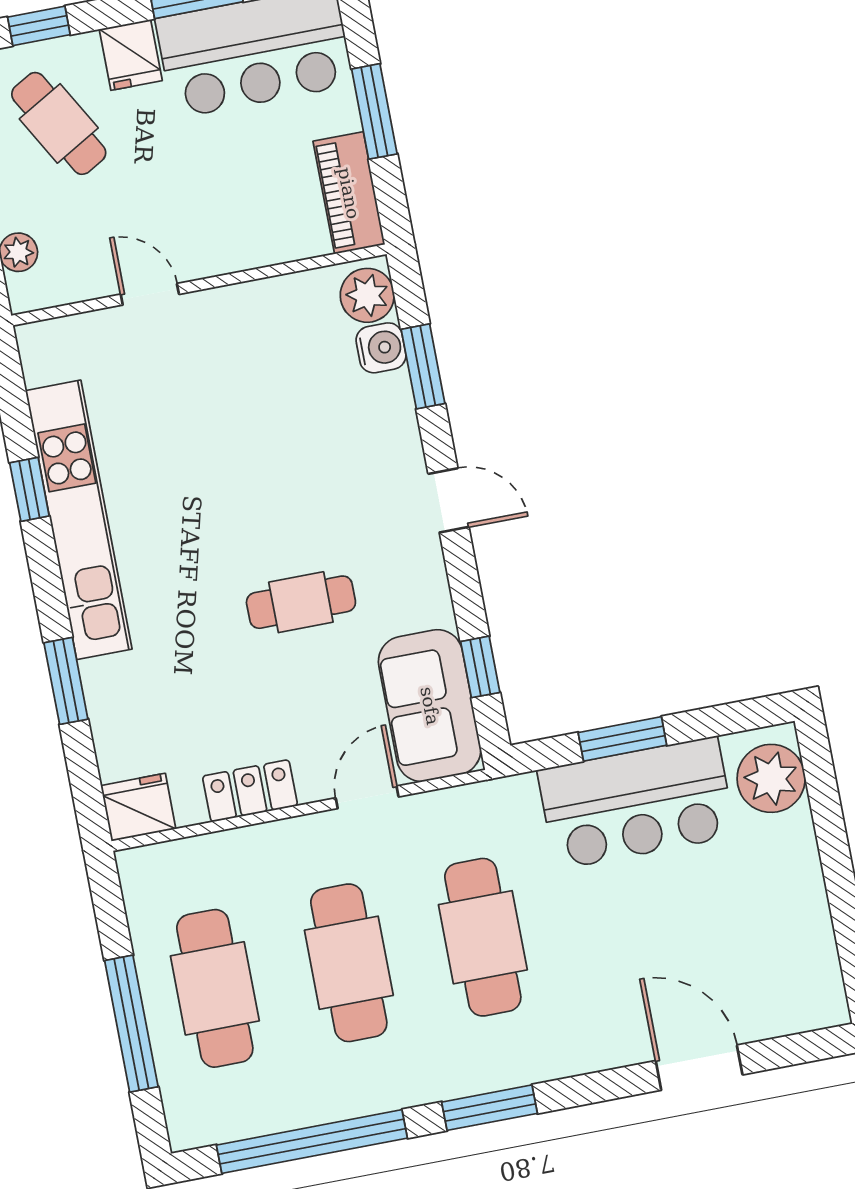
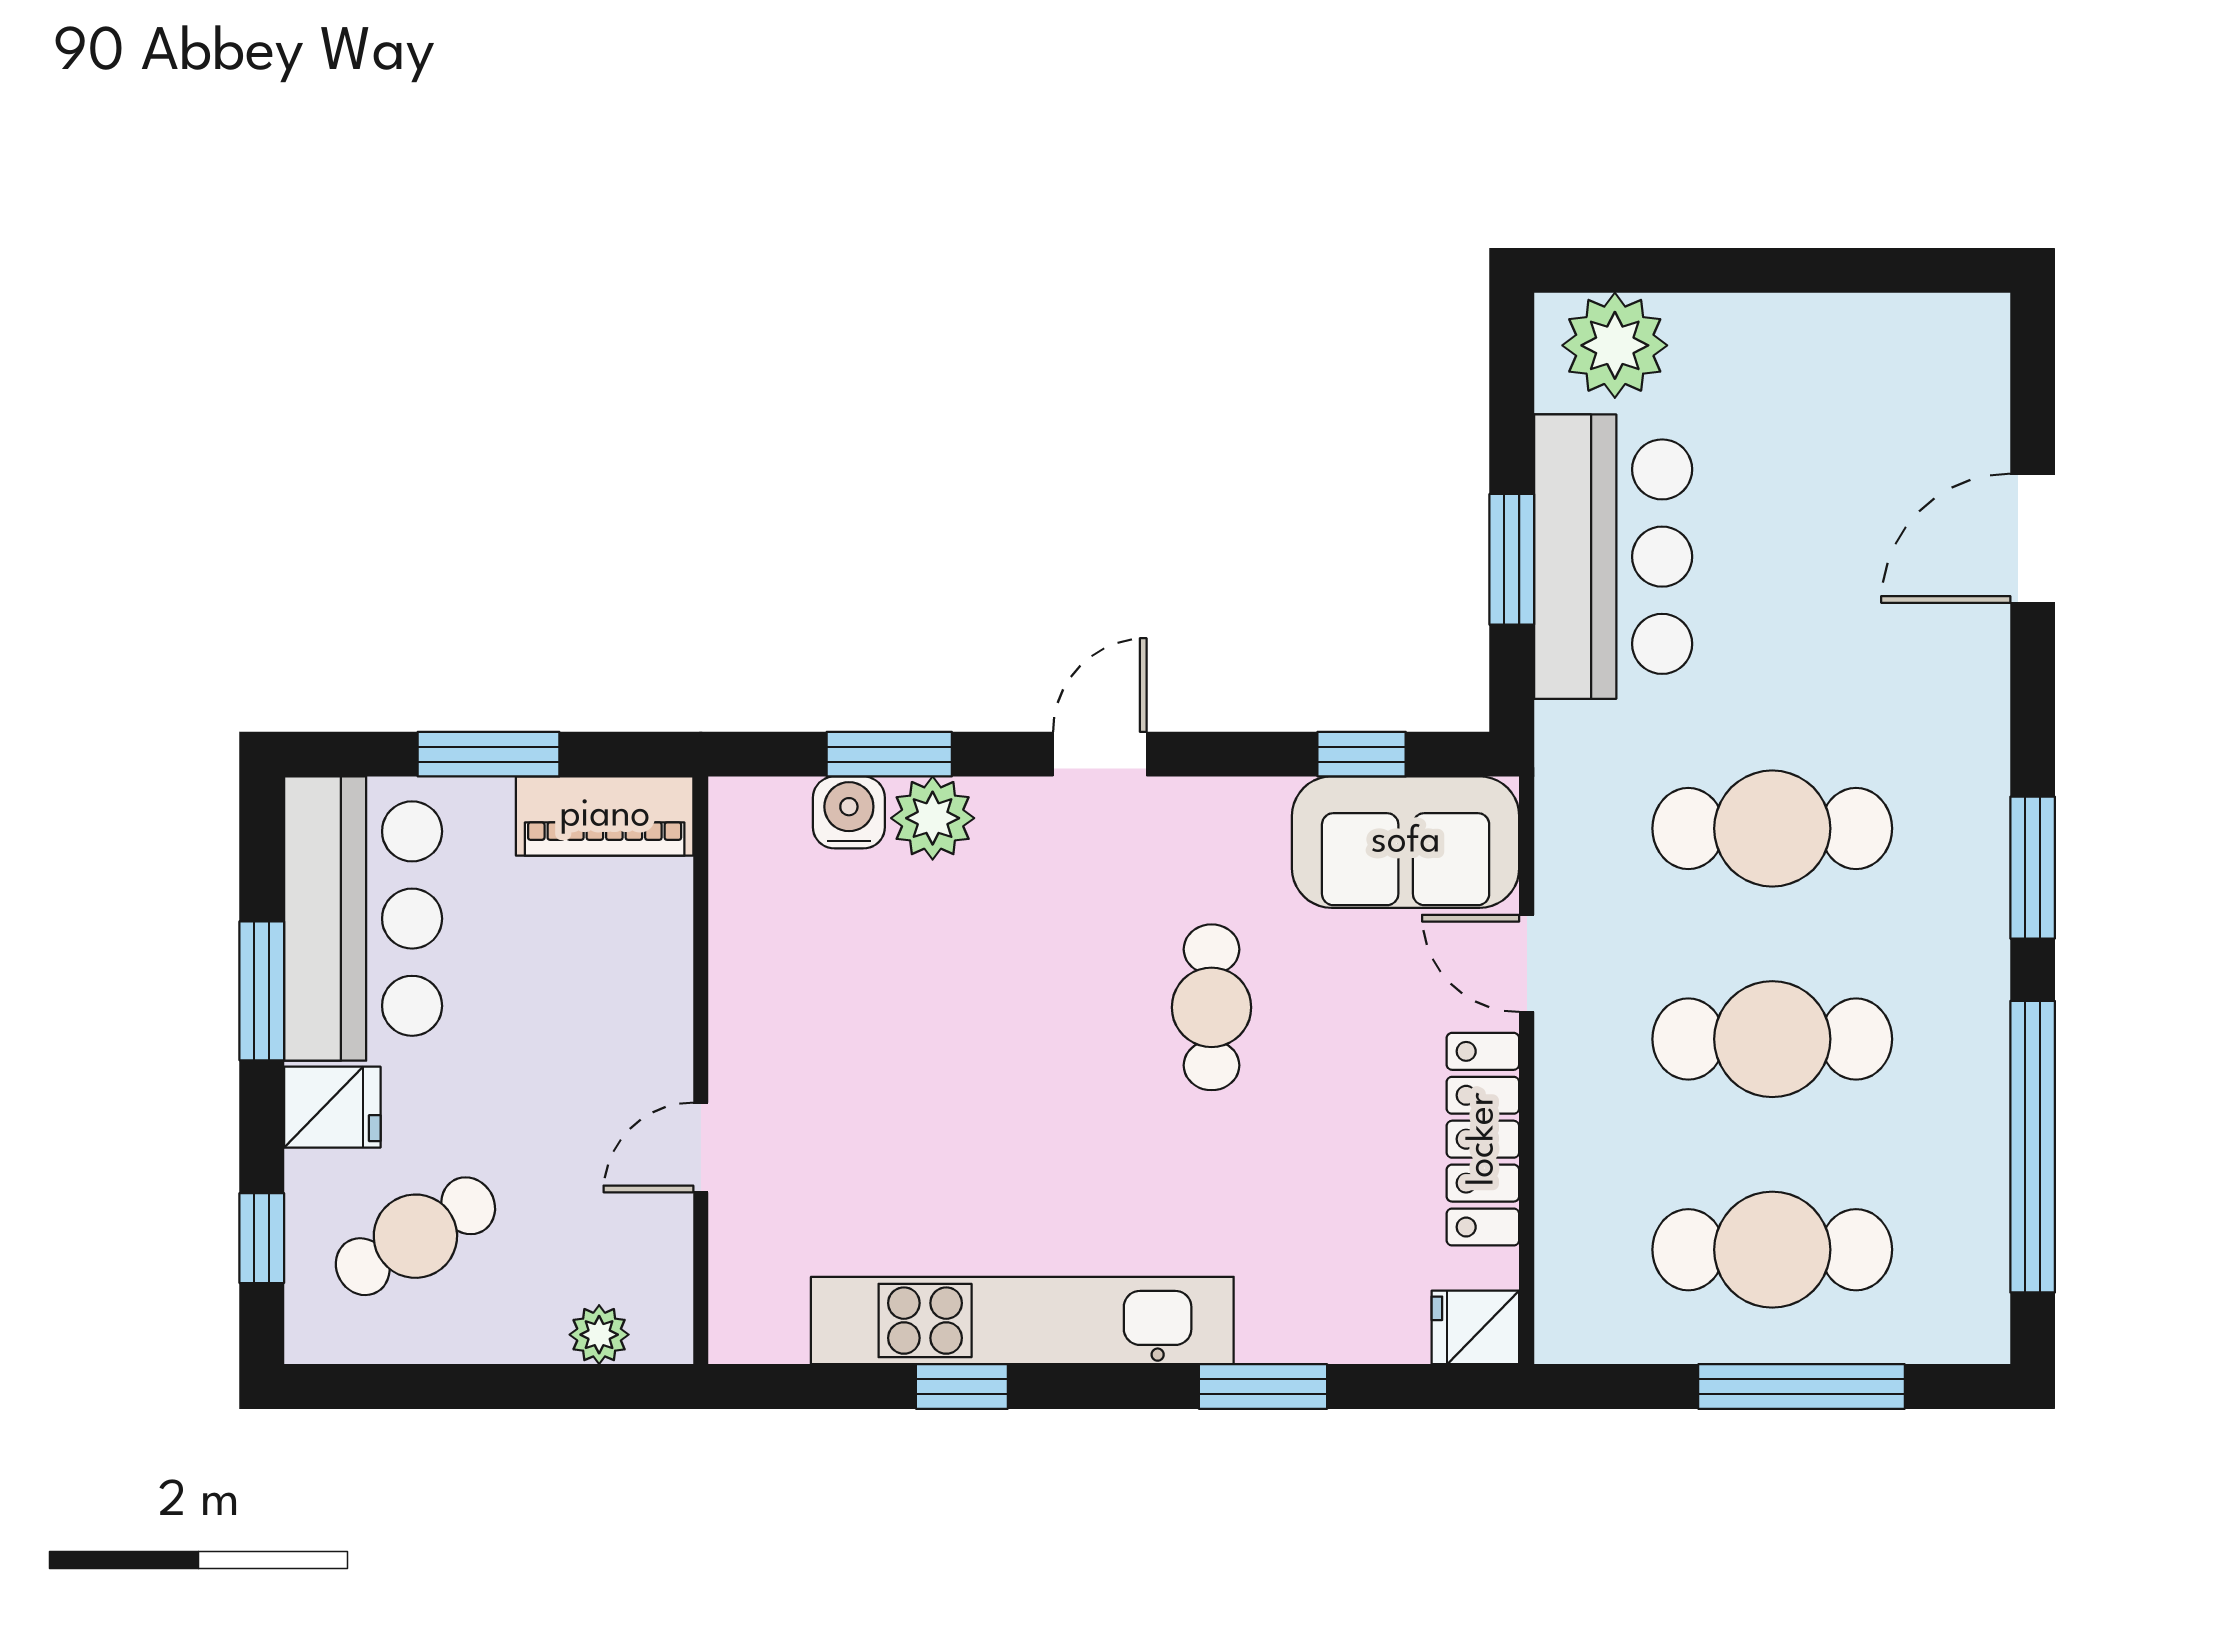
plant: (367, 295) -> (933, 818), moved
locker: (250, 791) -> (1483, 1139), width x1.53
fridge: (138, 807) -> (1475, 1327), width x0.72

